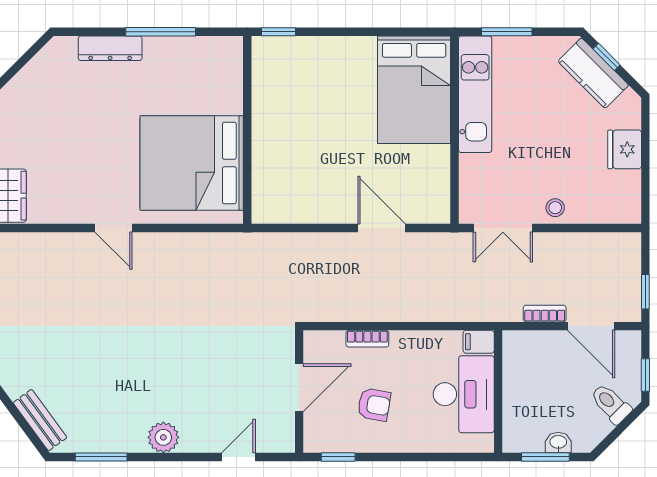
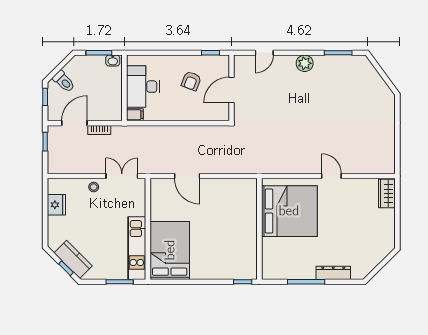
fridge: (625, 149) -> (56, 205), moved
door: (591, 326) -> (74, 123), hinge flipped
bookcase: (367, 339) -> (195, 116), removed
armchair: (374, 405) -> (191, 81), turned -79
bench: (40, 420) -> (371, 73), removed
washbasin: (558, 442) -> (113, 61), moved

